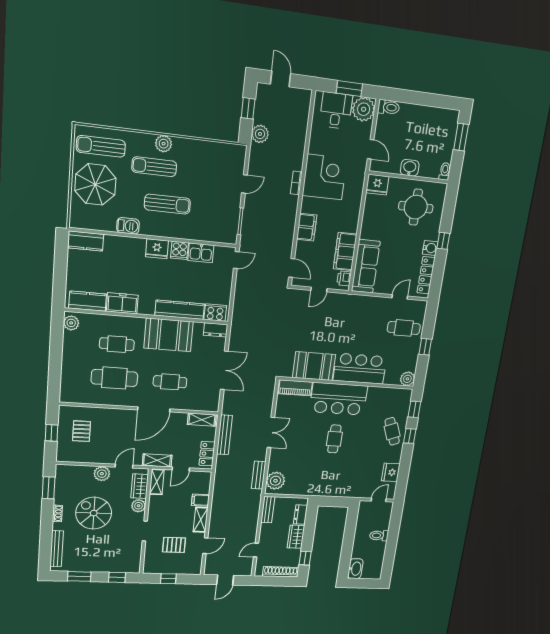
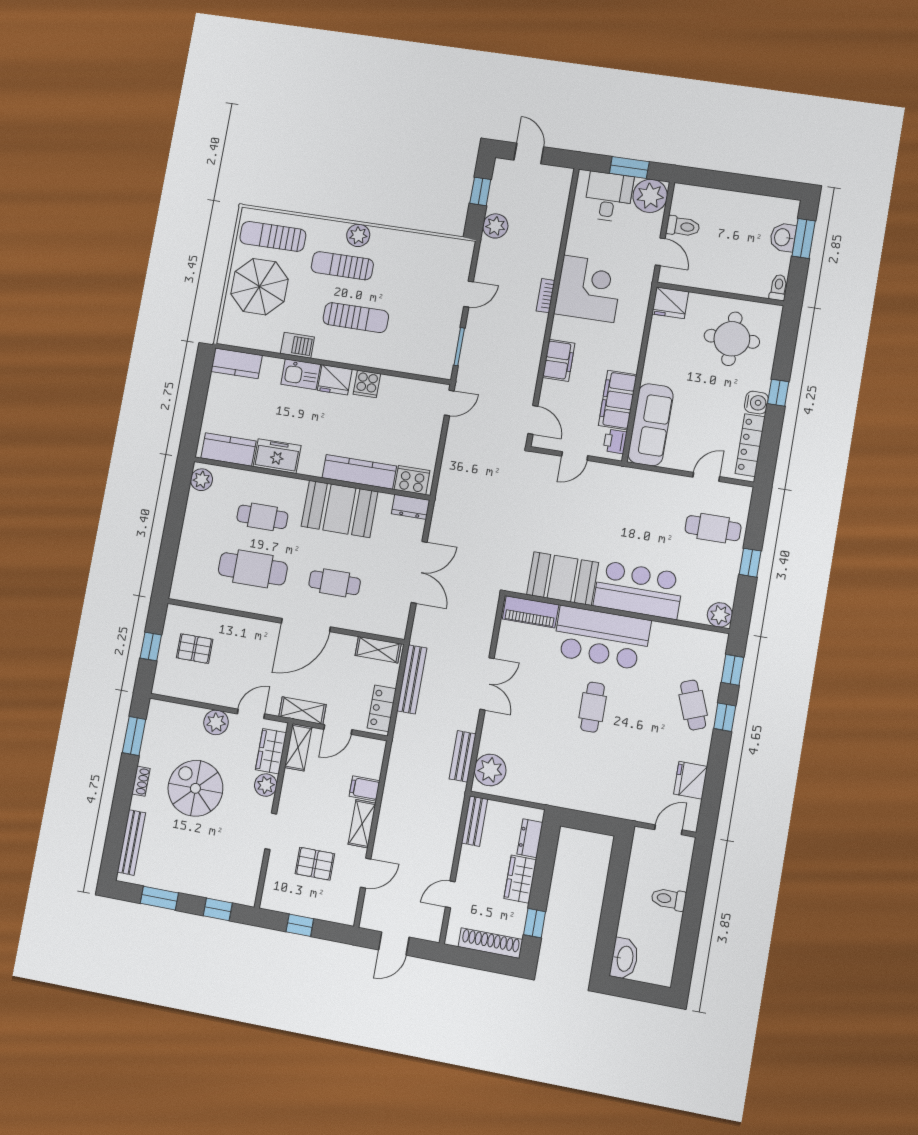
toilet: (389, 107) -> (683, 226), moved
washbasin: (410, 168) -> (783, 237), moved, turned -90
kitchen sink: (201, 253) -> (301, 374), moved
pallet: (82, 431) -> (195, 649), turned 90

